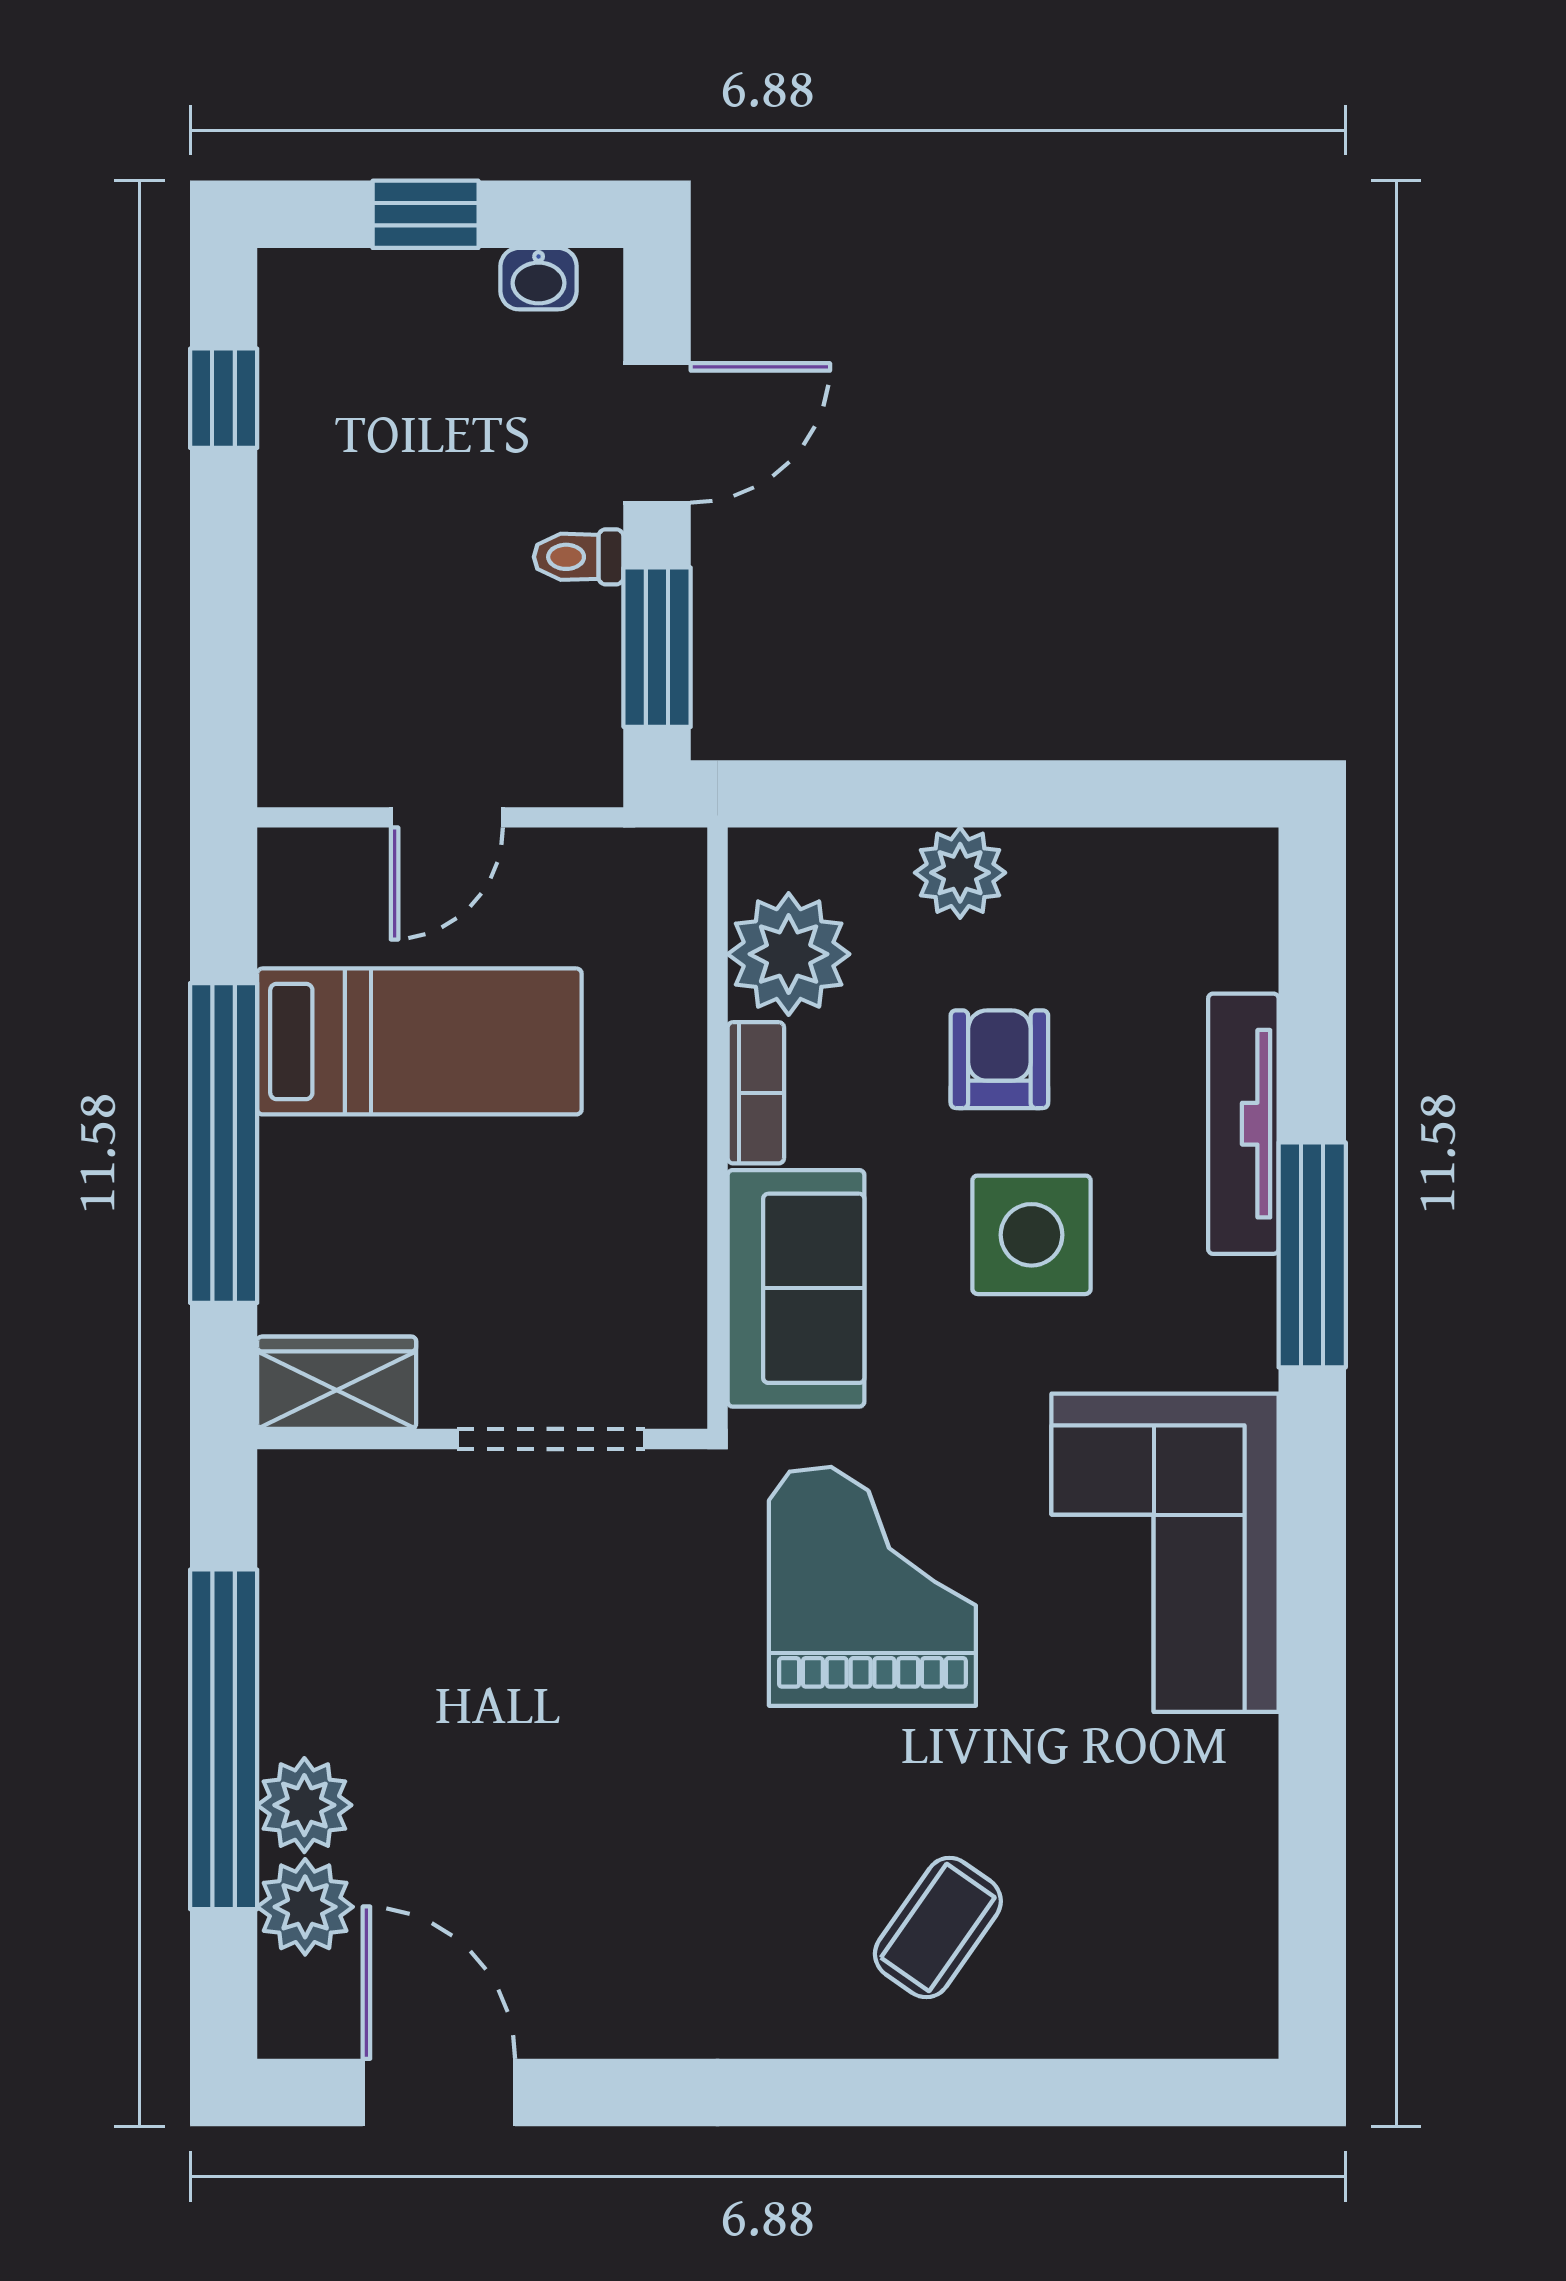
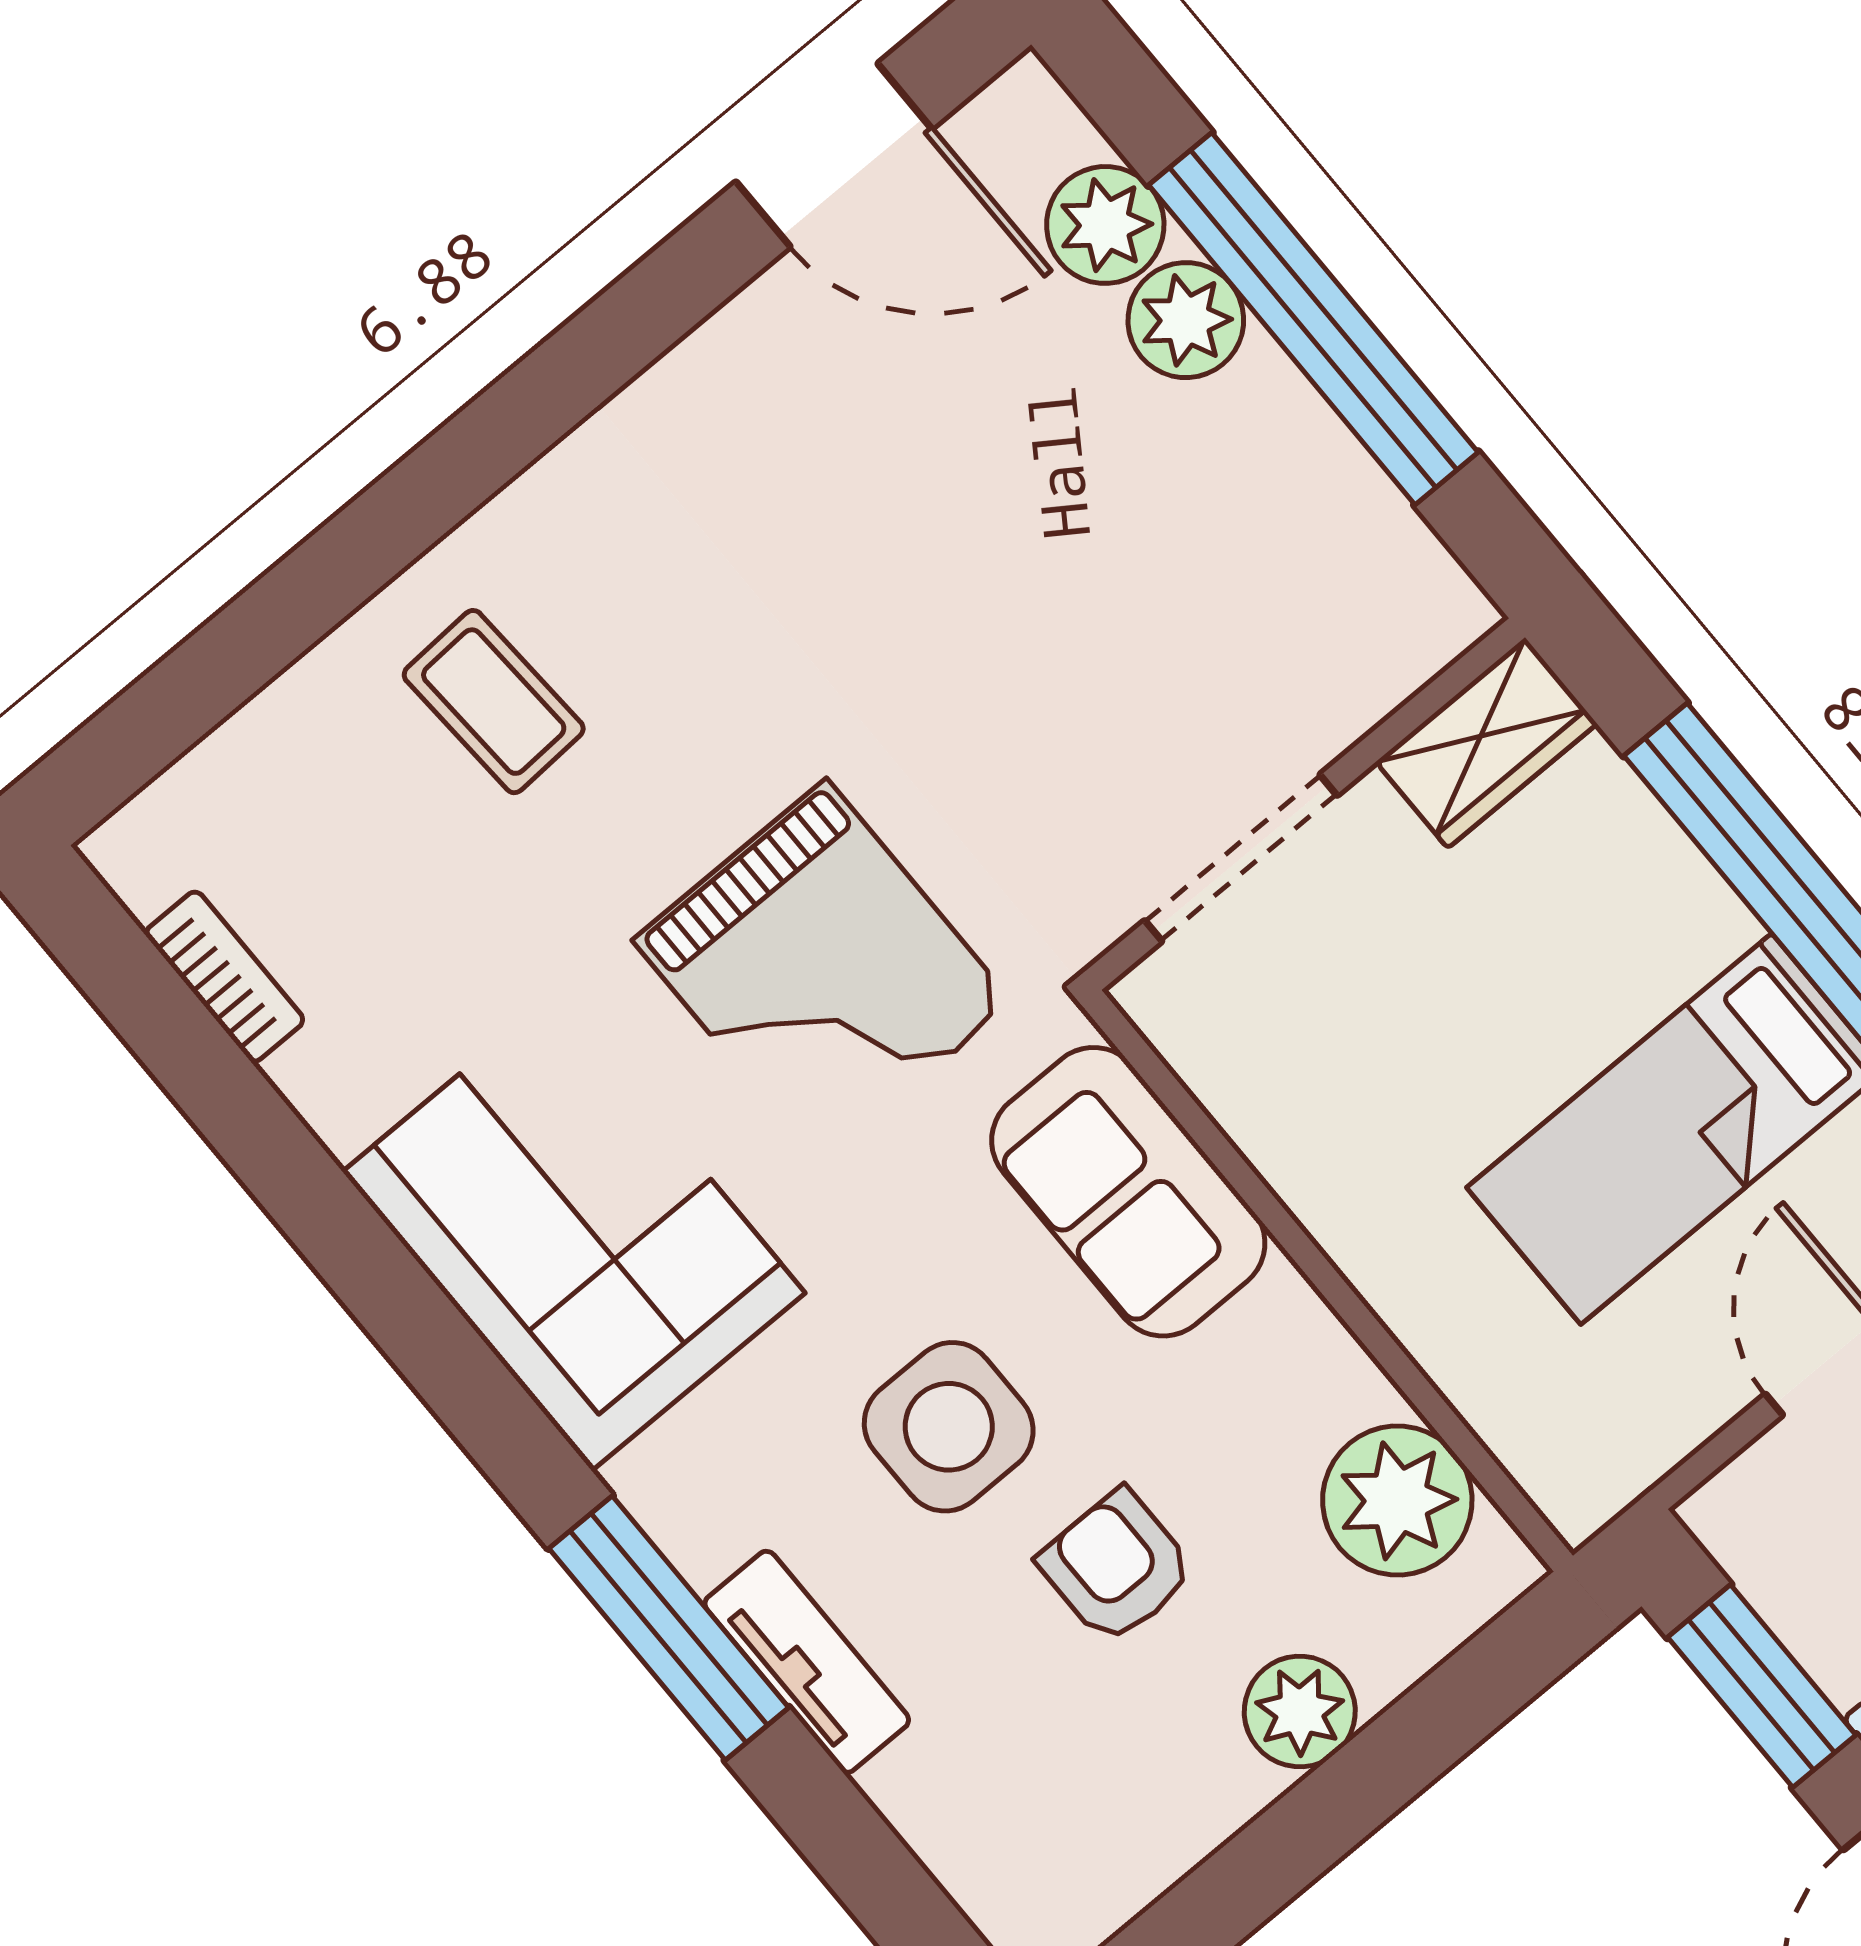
armchair: (999, 1059) -> (1117, 1567), turned 180
bookcase: (756, 1093) -> (225, 977), moved, turned 180
tv unit: (1243, 1124) -> (807, 1662), width x0.71
coffee table: (938, 1928) -> (494, 702), turned -38

